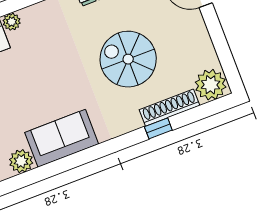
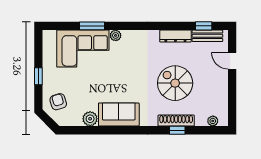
plant: (211, 85) -> (213, 121), width x0.53, depth x0.53
shoe rack: (170, 108) -> (176, 121), moved

